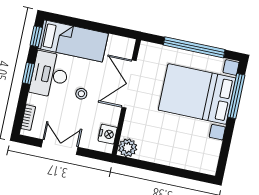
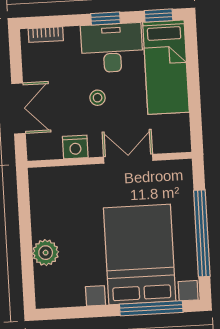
double door: (129, 84) -> (128, 159), width x0.73
nightstand: (108, 134) -> (75, 147), moved
double door: (60, 147) -> (19, 108), moved
plant: (128, 148) -> (46, 253), moved

